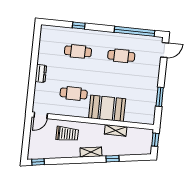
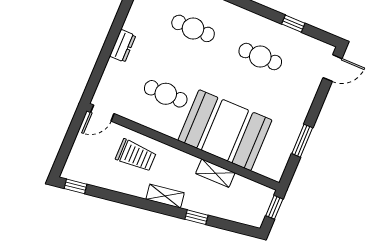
window: (134, 31) -> (293, 24), width x0.32
booth: (107, 108) -> (225, 130), width x1.36, depth x1.42

